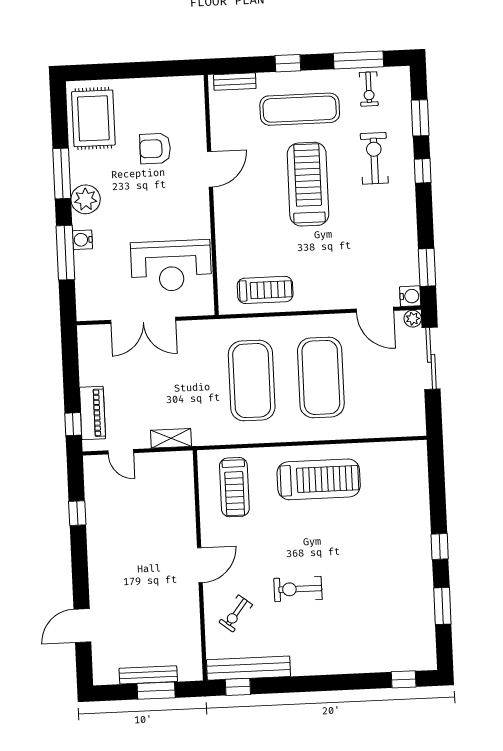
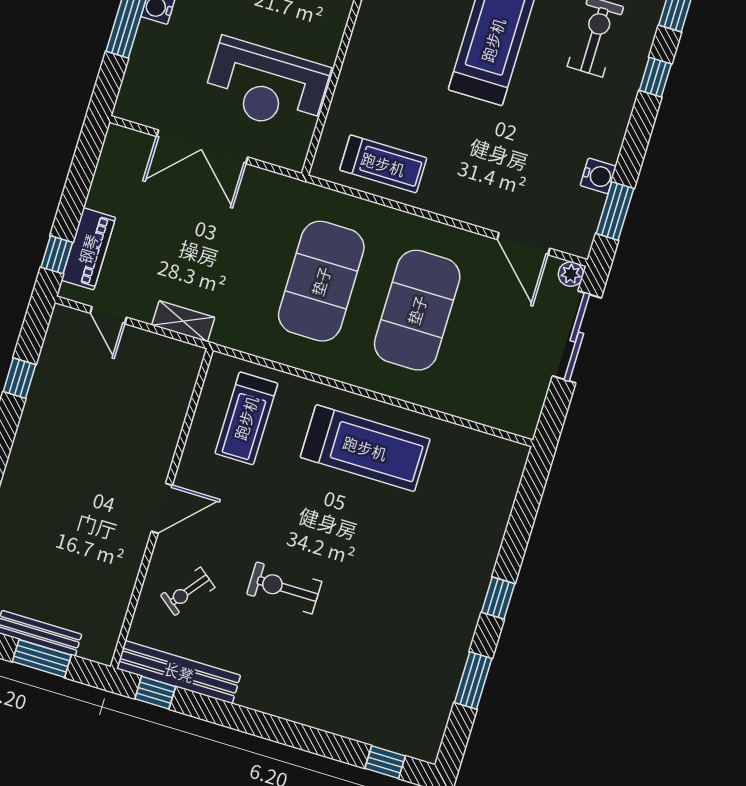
water cooler: (410, 296) -> (598, 176), moved

